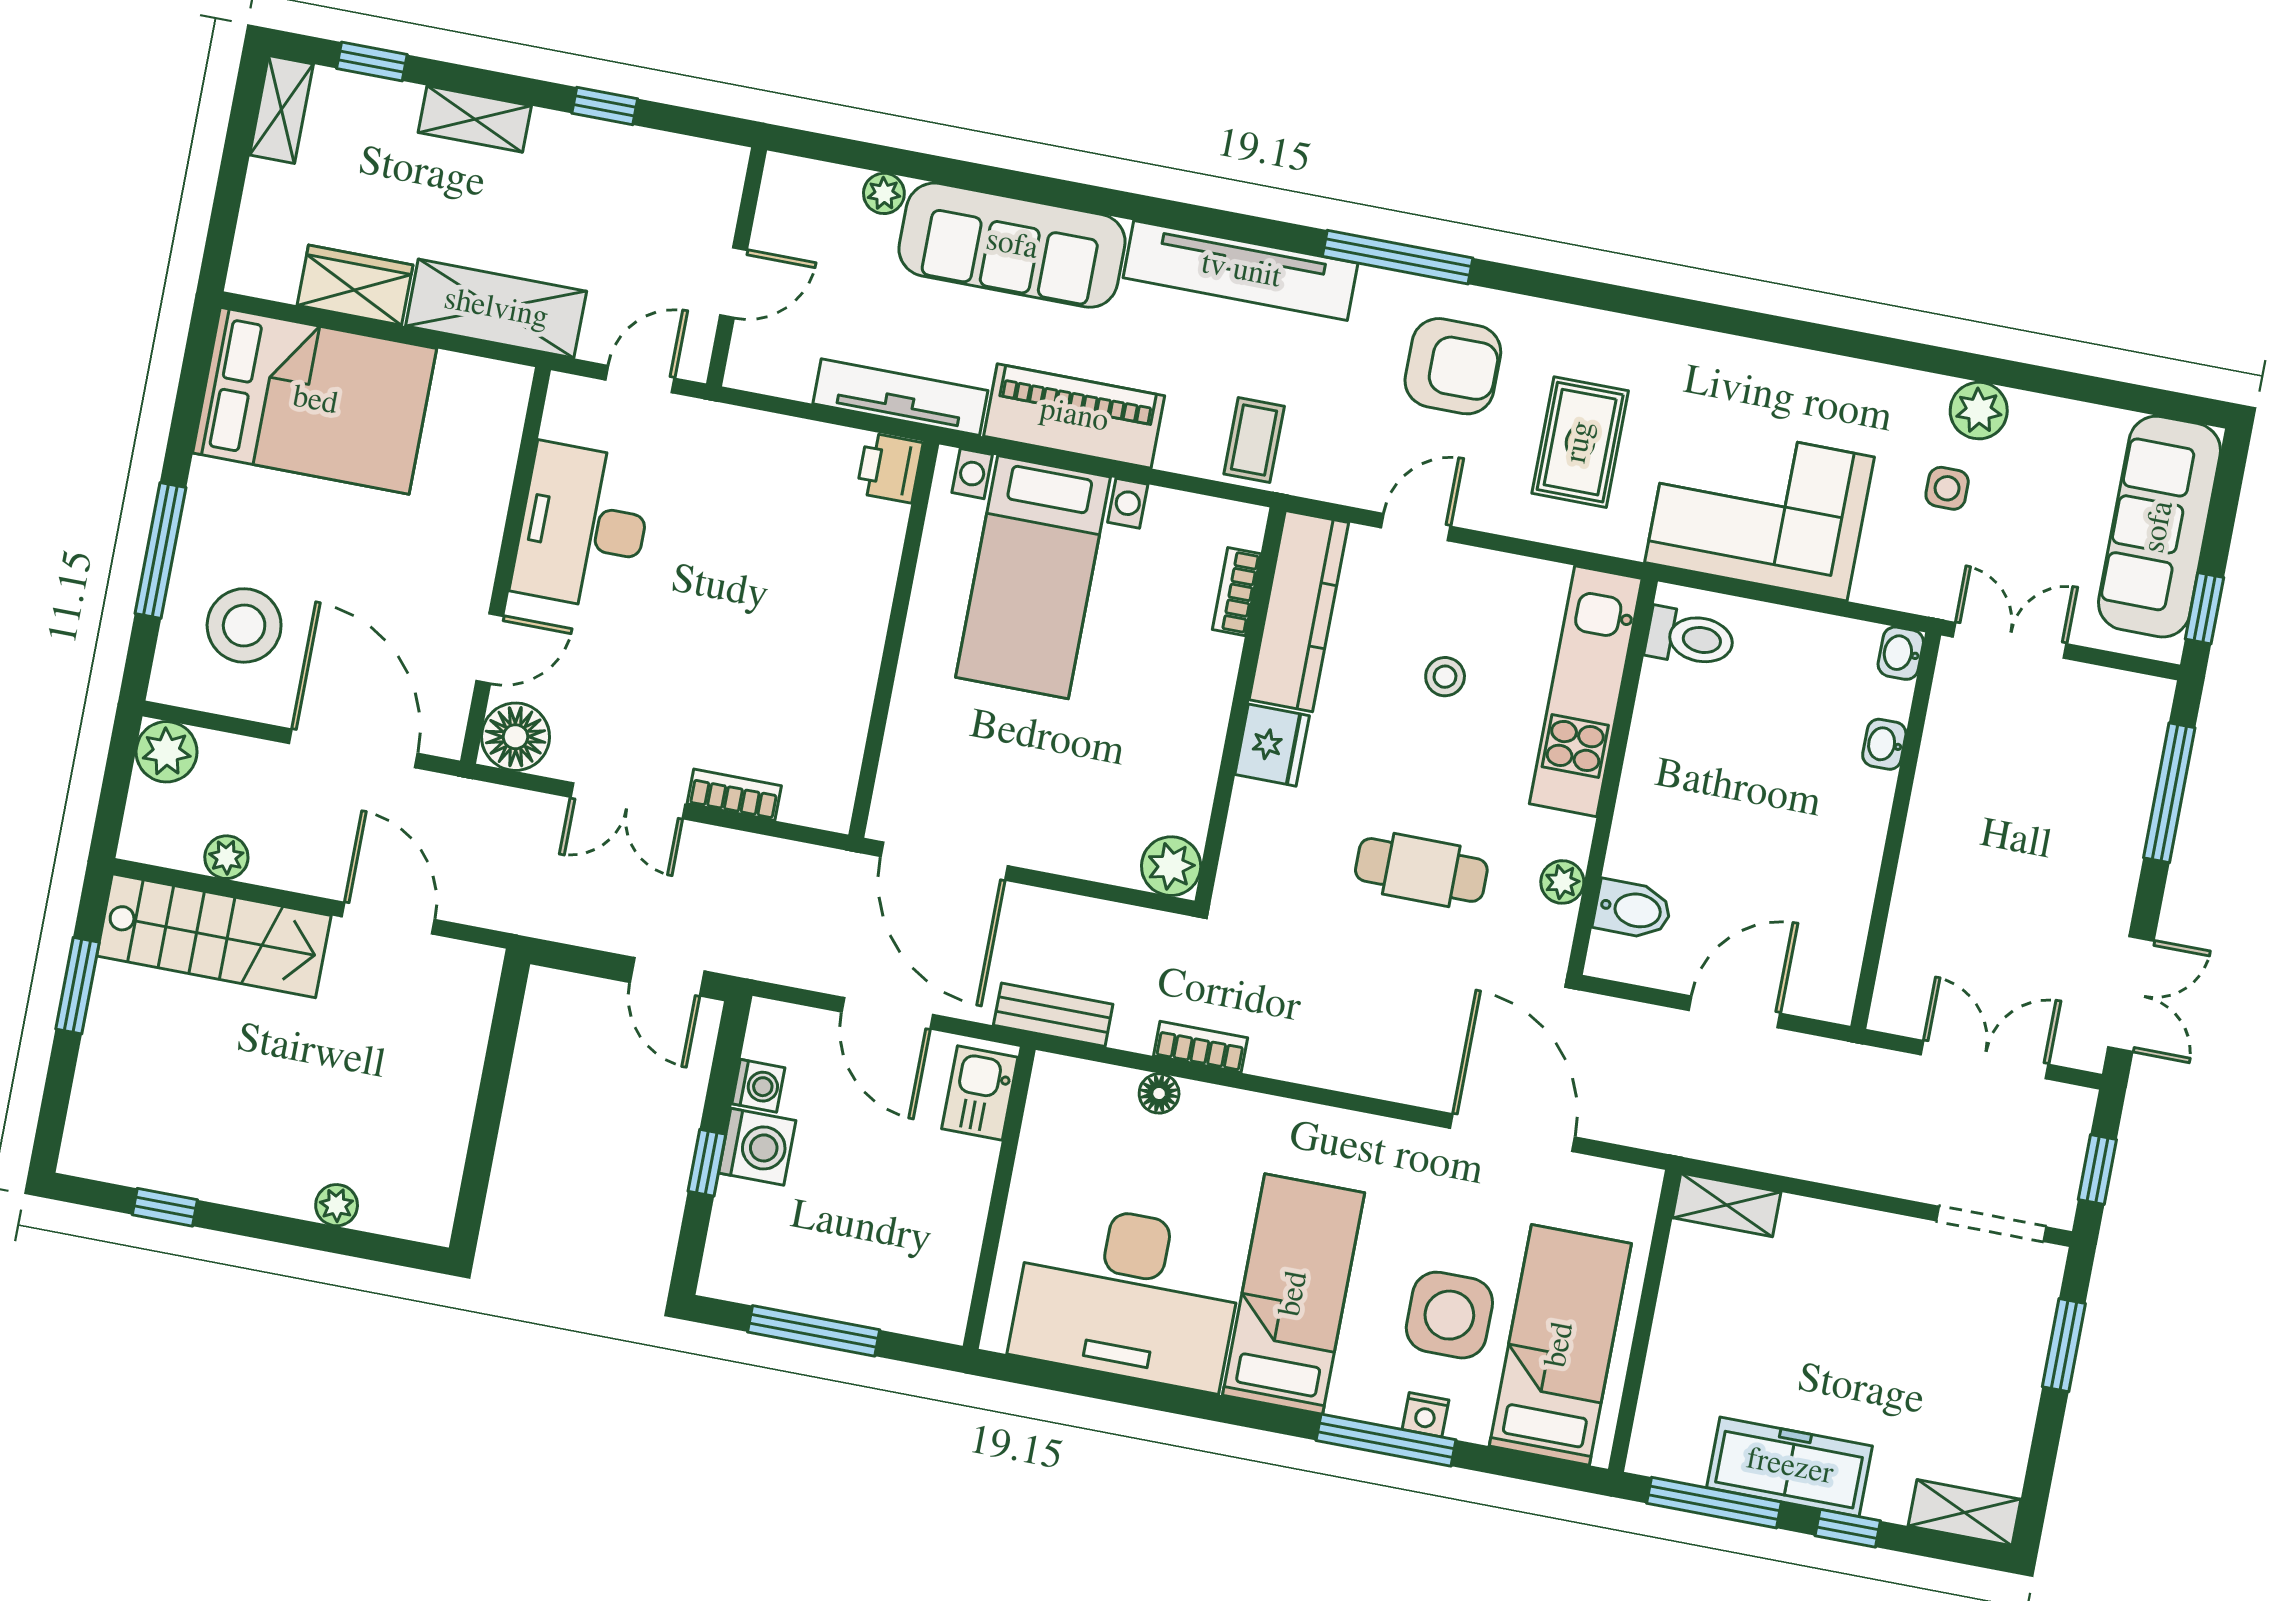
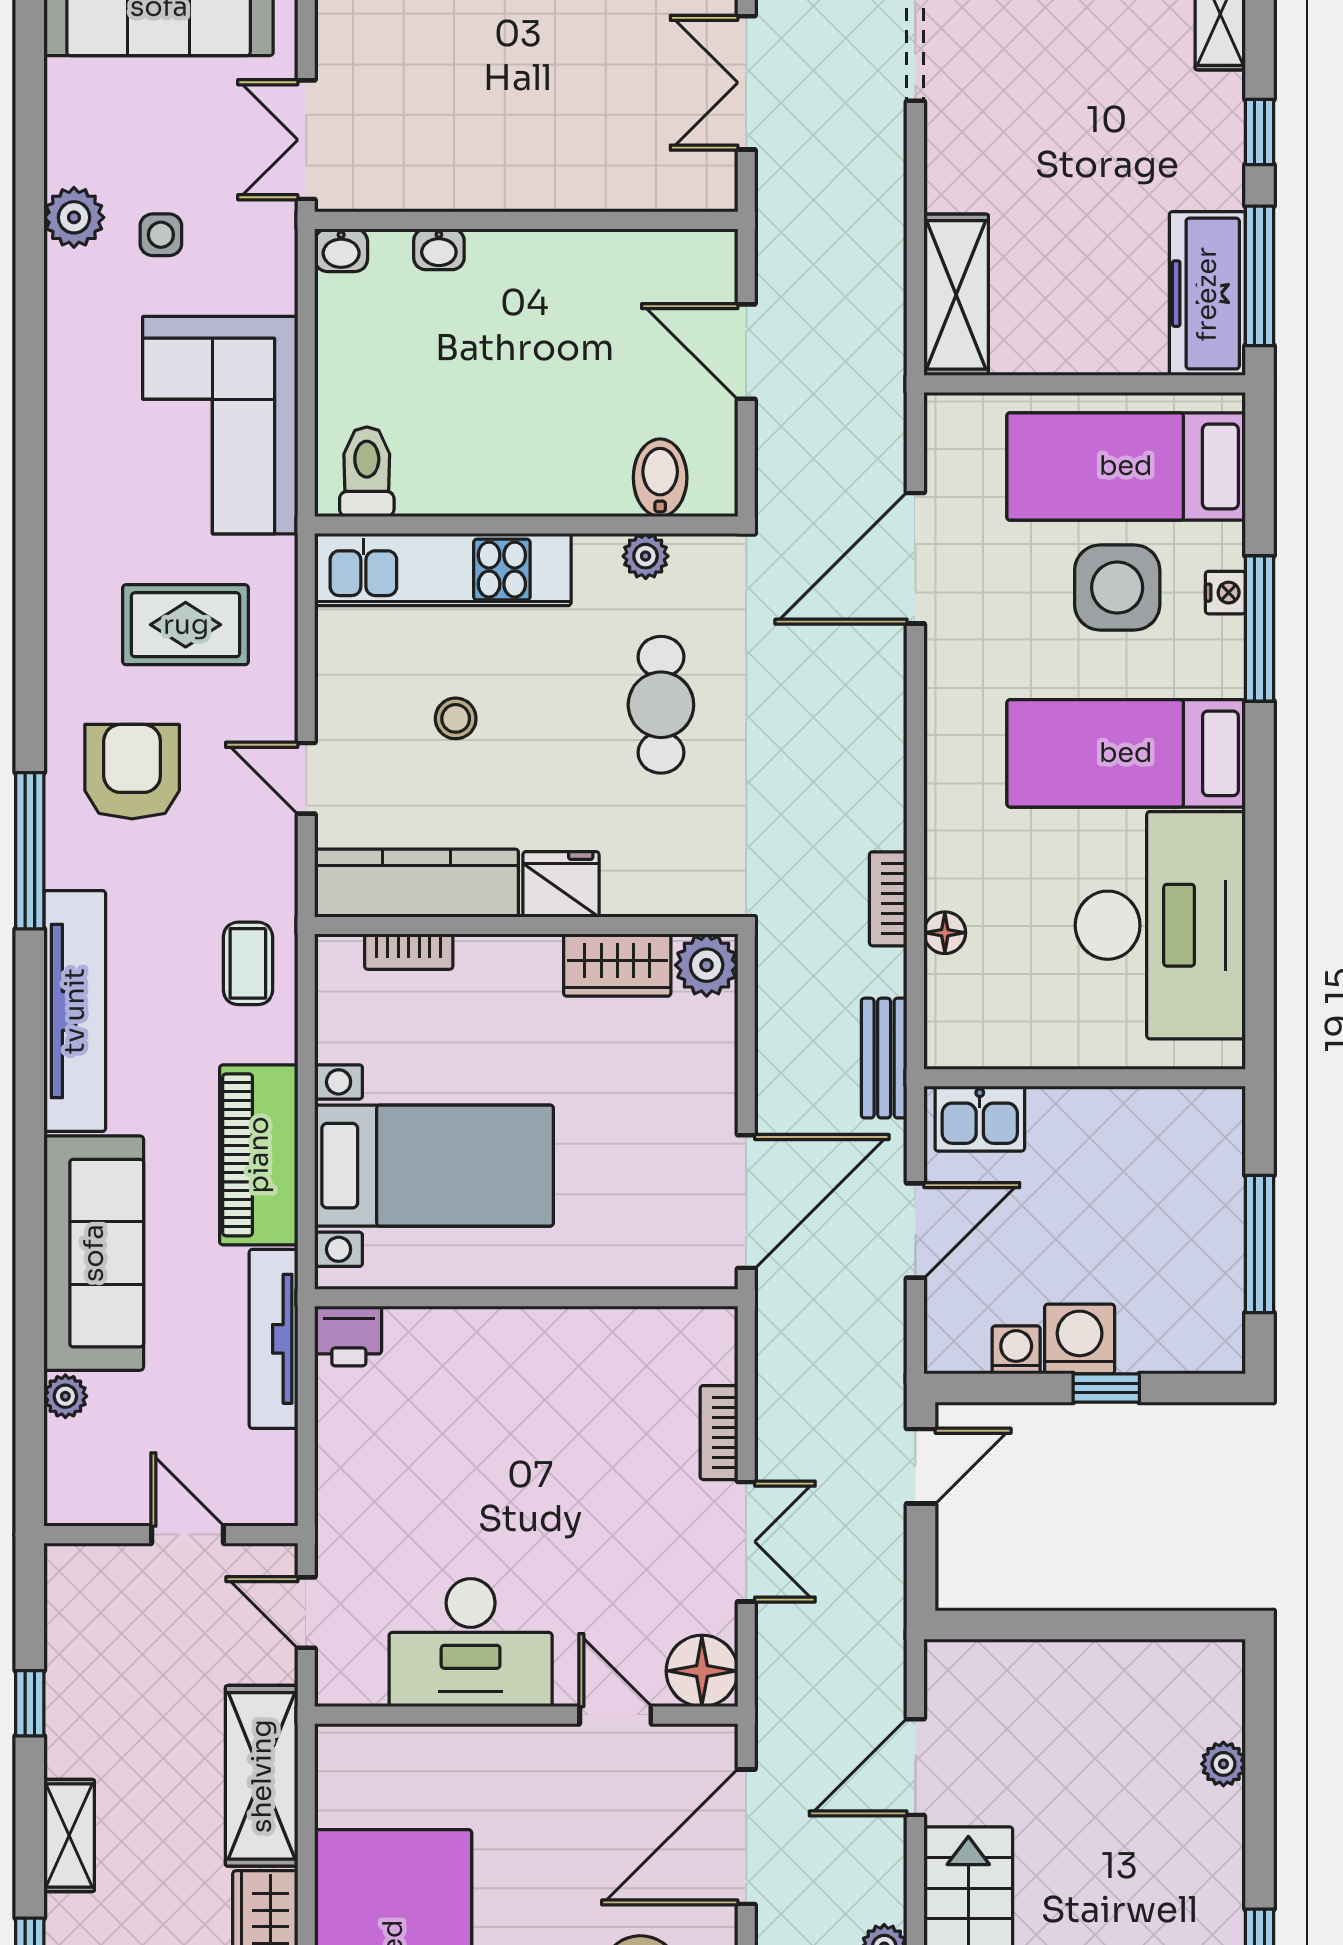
coffee table: (1254, 440) -> (248, 963), turned 90
wardrobe: (1187, 783) -> (617, 965), added
shelving: (1727, 1205) -> (956, 295), width x1.50, depth x1.33
freezer: (1790, 1467) -> (1207, 294), moved

